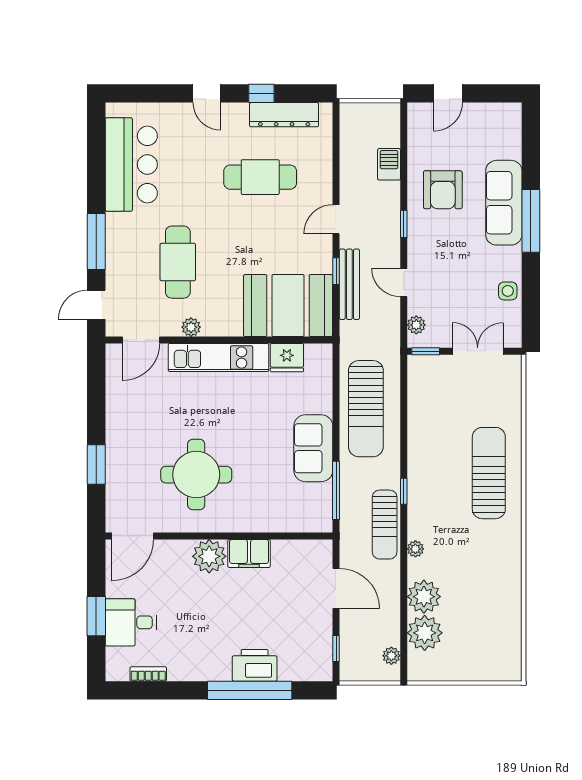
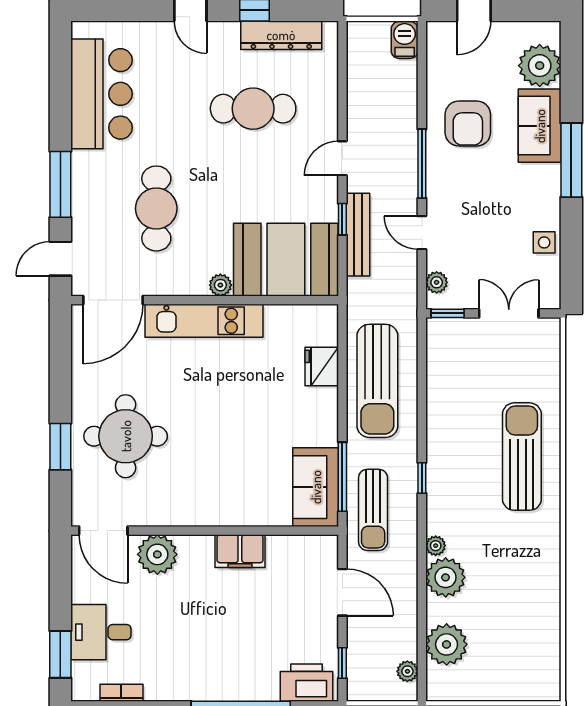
plant: (504, 140) -> (540, 66), added
barbecue: (389, 164) -> (405, 40), moved
sofa: (504, 203) -> (540, 126), width x0.73
window: (404, 224) -> (422, 164), width x2.17
plant: (191, 327) -> (220, 285), moved
door: (141, 340) -> (113, 300), width x1.36
fridge: (287, 358) -> (322, 366), moved, turned 90
sofa: (313, 448) -> (316, 487), moved
round table: (196, 475) -> (126, 436), moved
sun lounger: (385, 525) -> (373, 510), moved
door: (133, 536) -> (103, 531), hinge flipped
plant: (209, 556) -> (157, 554), moved
plant: (424, 597) -> (446, 577), moved
window: (96, 616) -> (60, 654), moved
printer: (255, 665) -> (307, 683), moved

